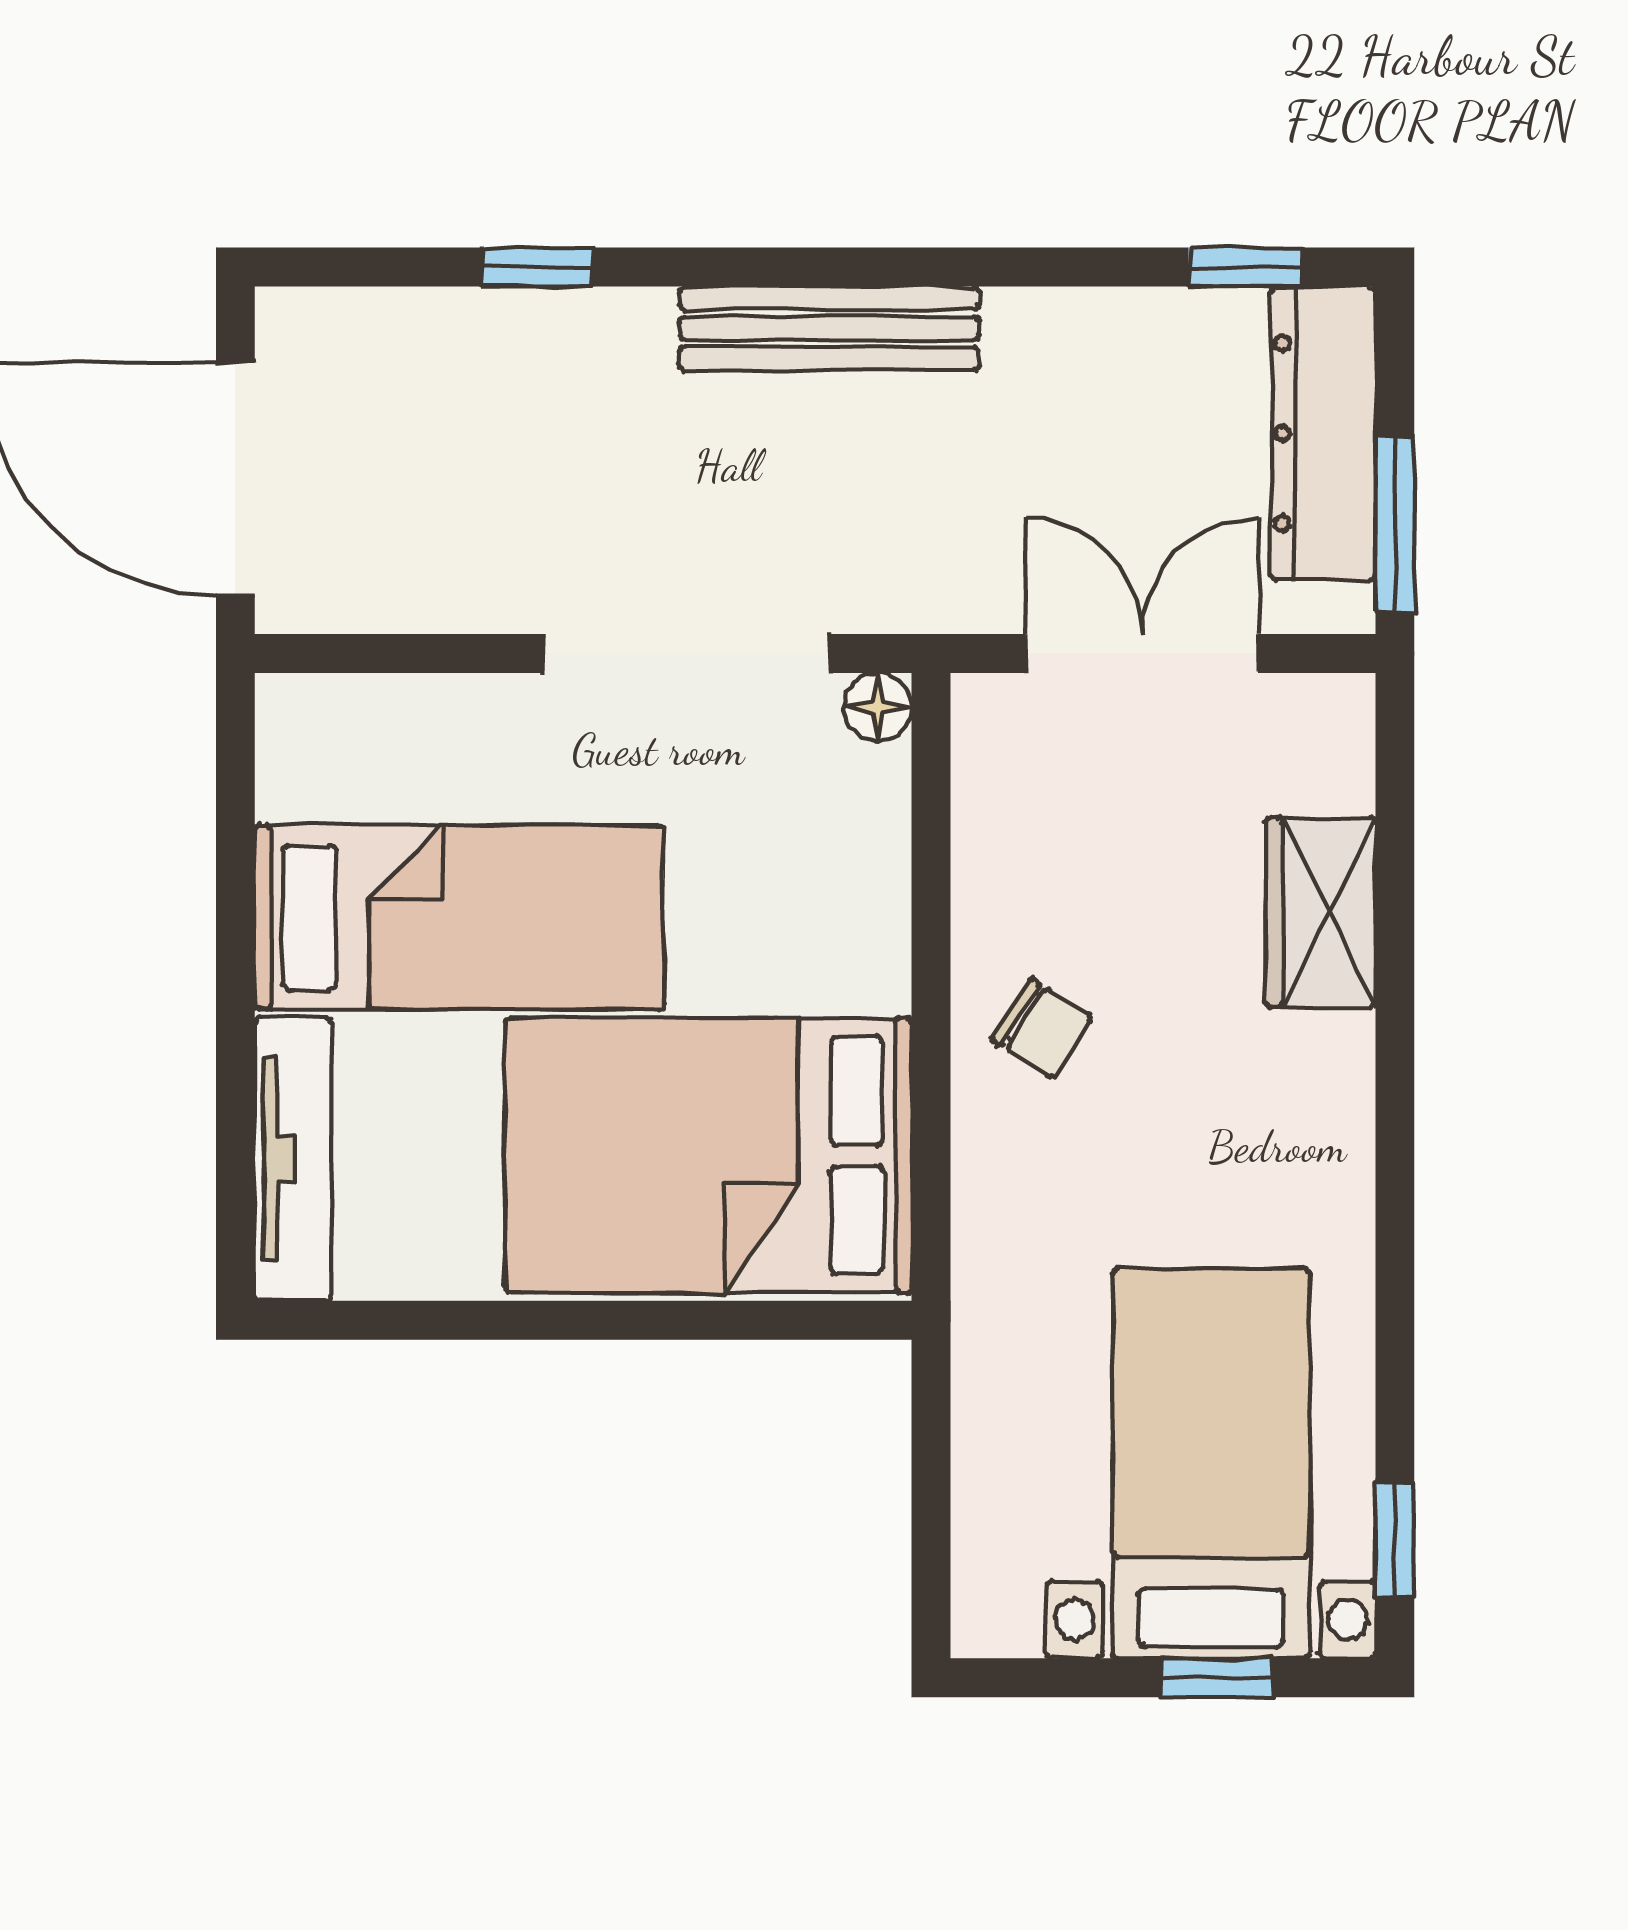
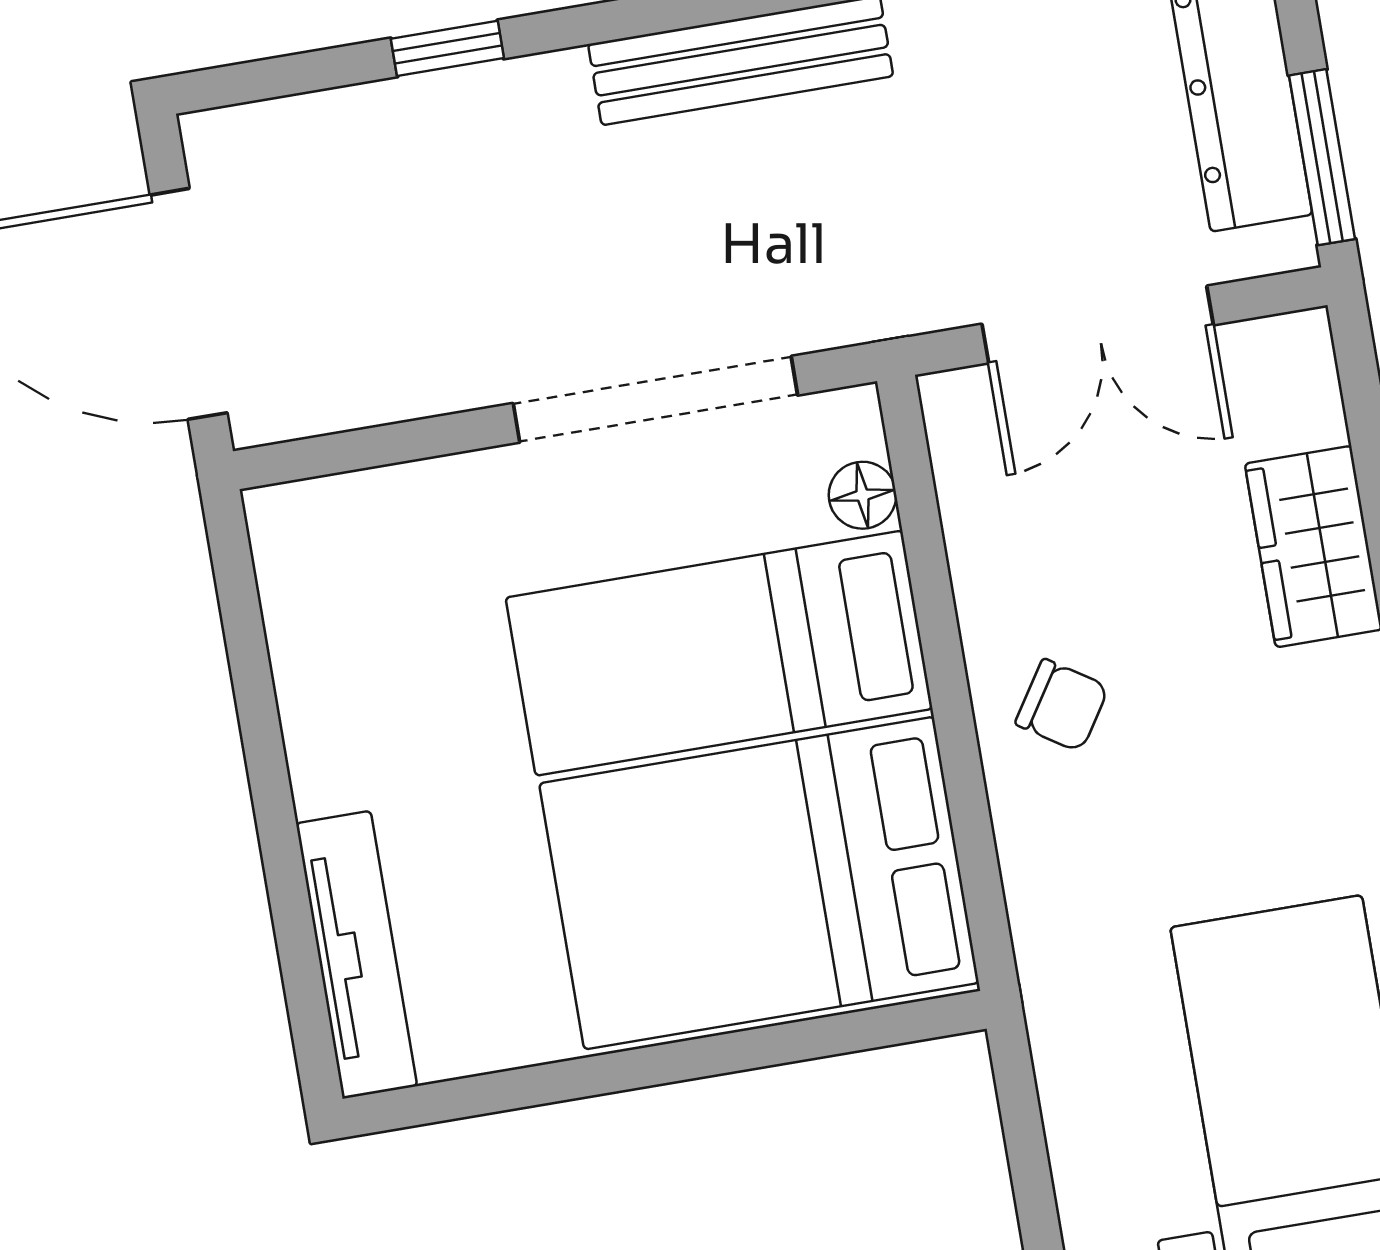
double door: (1142, 653) -> (1098, 325), swing flipped
floor lamp: (878, 707) -> (862, 495), moved
bed: (459, 917) -> (719, 653), moved, turned 180

